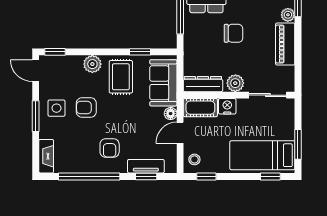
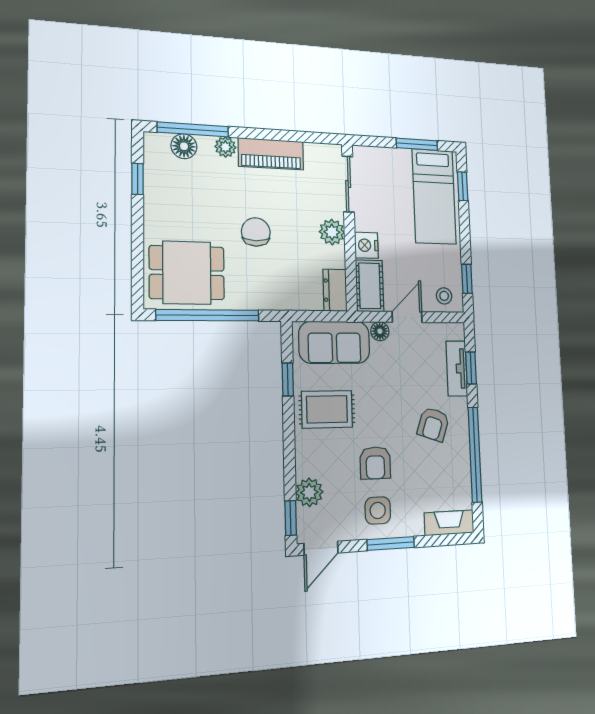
plant: (92, 64) -> (309, 492), moved
dresser: (203, 84) -> (335, 290), width x0.70
door: (180, 133) -> (407, 317), swing flipped
armchair: (110, 148) -> (433, 424), turned 109

